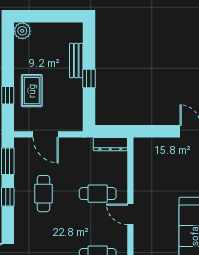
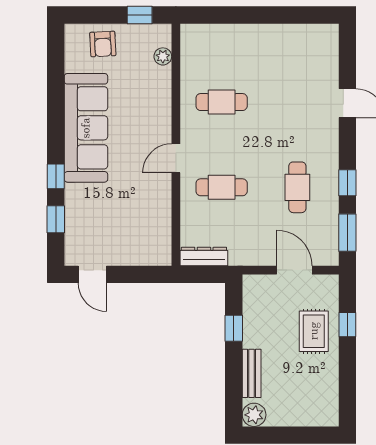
plant: (22, 31) -> (254, 415), moved
window: (89, 79) -> (234, 328), moved
door: (130, 214) -> (176, 158), swing flipped

